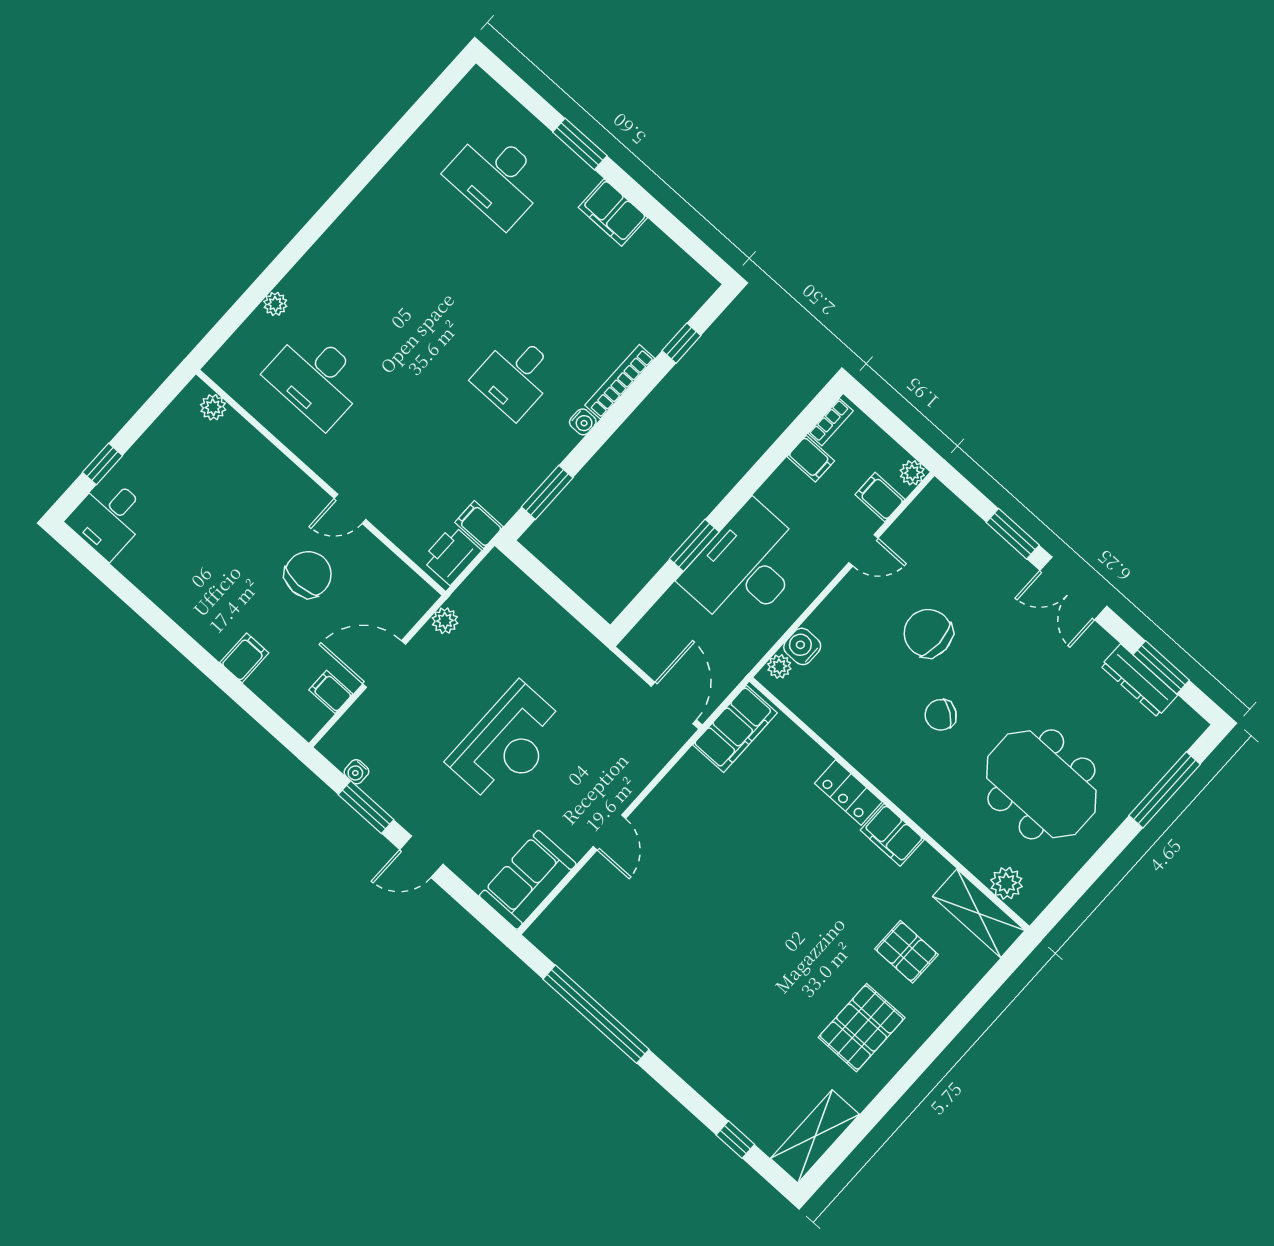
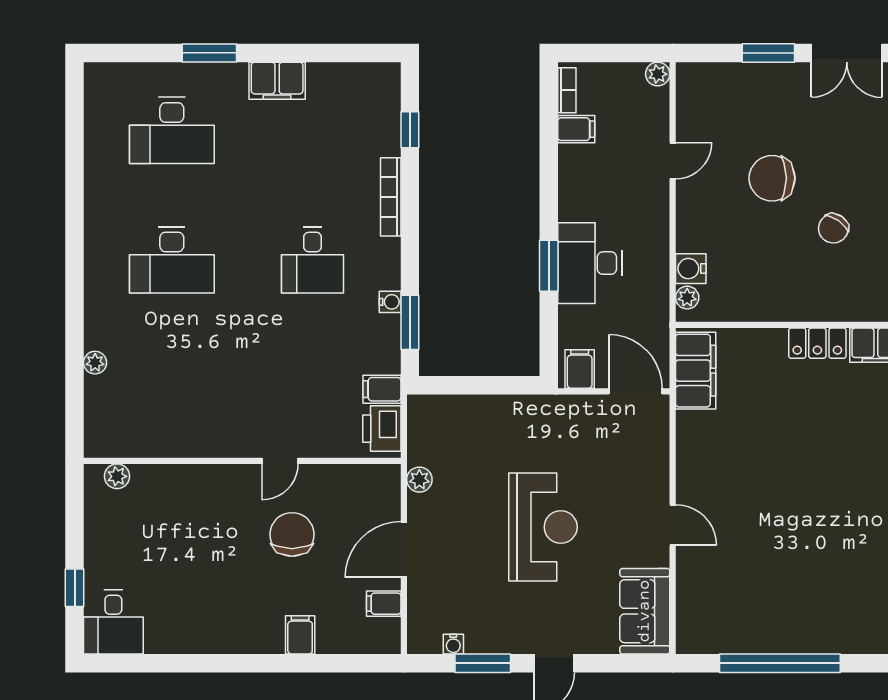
desk: (316, 378) -> (172, 260), moved
water cooler: (583, 422) -> (390, 302), moved
filing cabinet: (880, 497) -> (580, 369), moved, turned 90
desk: (746, 567) -> (590, 263), width x0.73, depth x0.77

